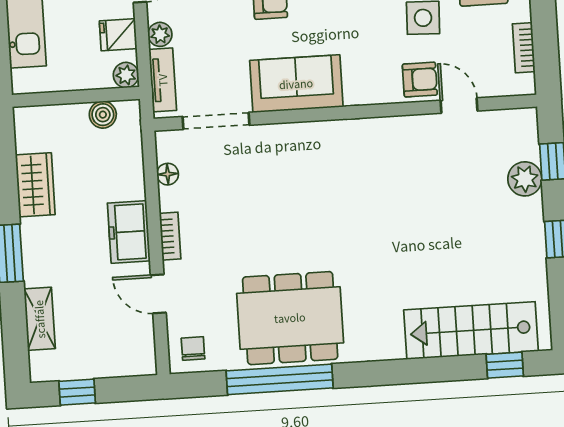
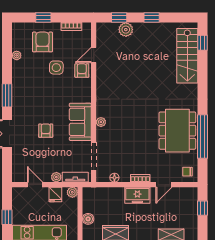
boiler: (103, 115) -> (88, 219), moved
plant: (299, 133) -> (101, 122), added
window: (77, 392) -> (203, 208), moved

